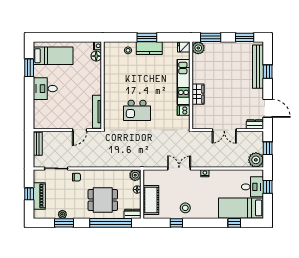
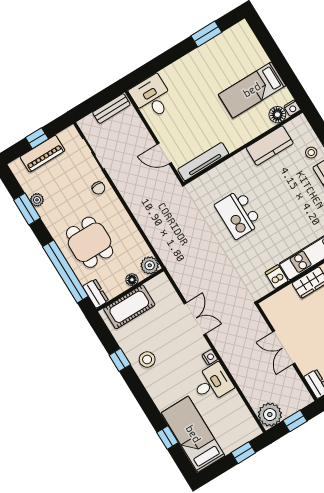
bed: (53, 56) -> (252, 90), moved, turned 90
kitchen counter: (110, 71) -> (270, 146), added
desk: (45, 89) -> (152, 97), moved
desk: (252, 187) -> (212, 383), moved, turned -90

